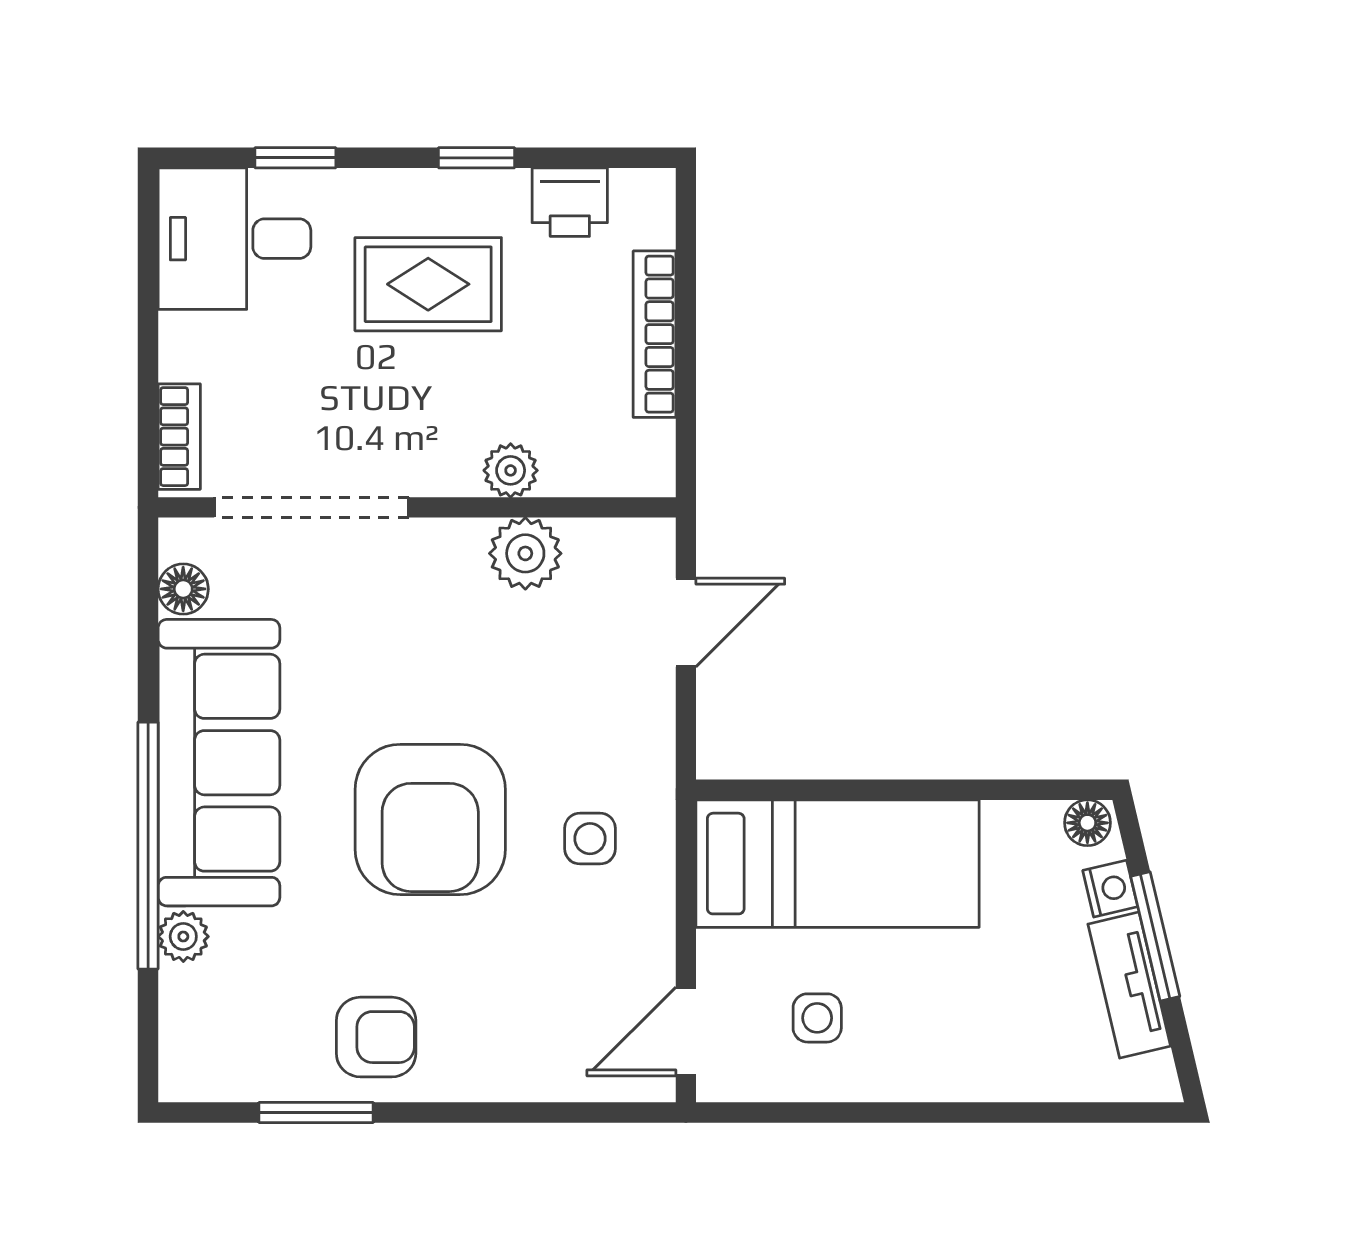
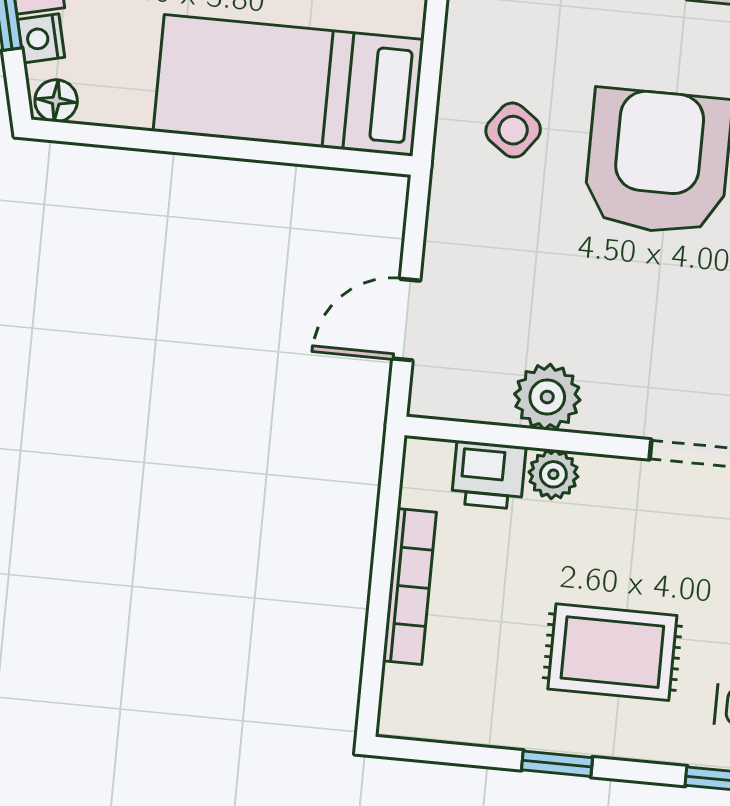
printer: (570, 202) -> (489, 475), moved, turned 180
side table: (590, 839) -> (513, 130), turned 36

